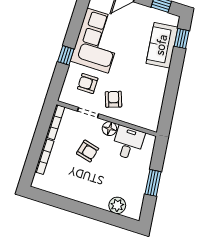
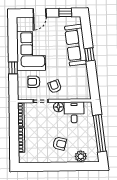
window: (182, 39) -> (89, 54), moved
sofa: (162, 45) -> (76, 45), width x1.36
armchair: (88, 151) -> (60, 144), moved
window: (153, 183) -> (100, 133), width x2.11

